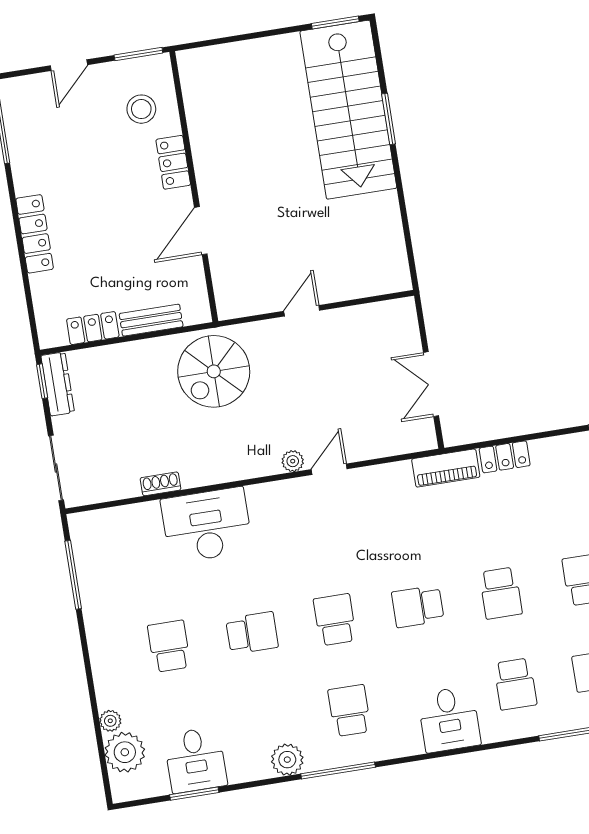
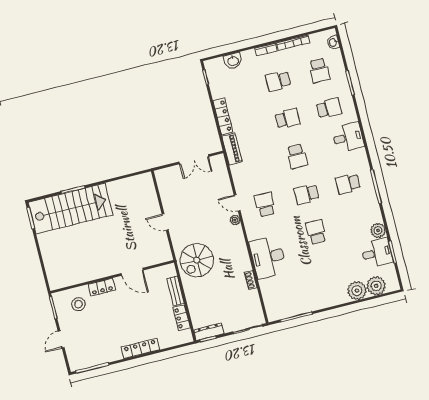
door: (69, 65) -> (61, 339), swing flipped
spiral stairs: (214, 371) -> (197, 260), turned 90
locker: (505, 457) -> (223, 116), width x1.53
school desk: (169, 646) -> (265, 205), moved, turned 90
plant: (110, 721) -> (357, 291), width x1.87, depth x1.87
plant: (287, 760) -> (378, 230), moved

